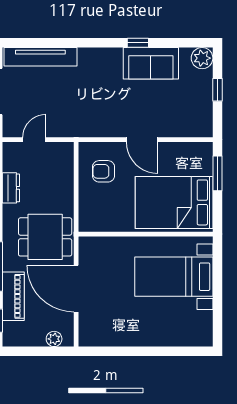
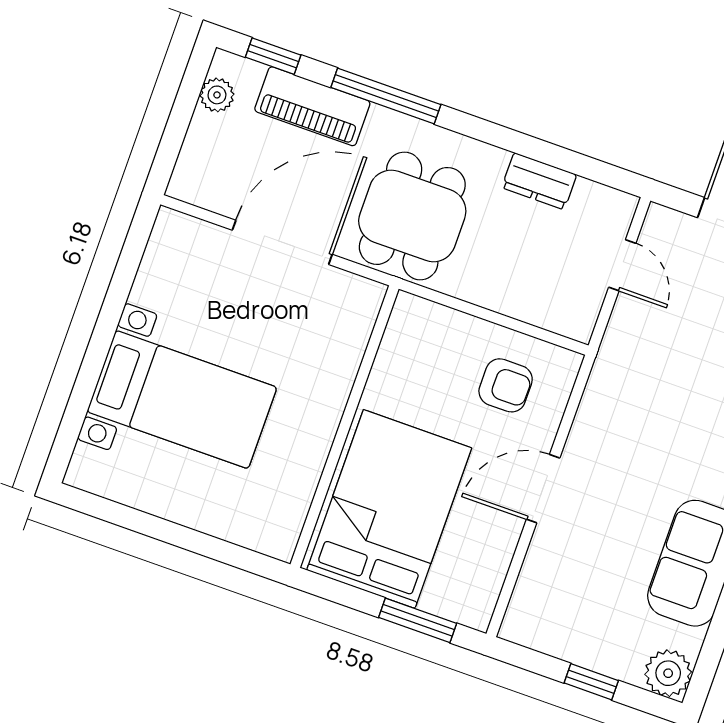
armchair: (103, 171) -> (506, 385), turned 90
bed with nightstands: (174, 277) -> (182, 400), moved, turned 90
plant: (54, 339) -> (217, 95), moved

